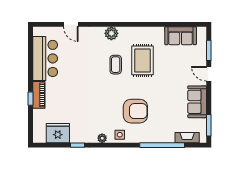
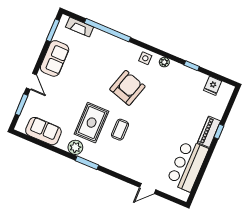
door: (71, 24) -> (148, 188), swing flipped
window: (132, 24) -> (87, 163), added
plant: (111, 33) -> (75, 147), moved
armchair: (135, 111) -> (127, 88), moved, turned 107
fridge: (58, 133) -> (213, 86), width x0.53, depth x0.75

